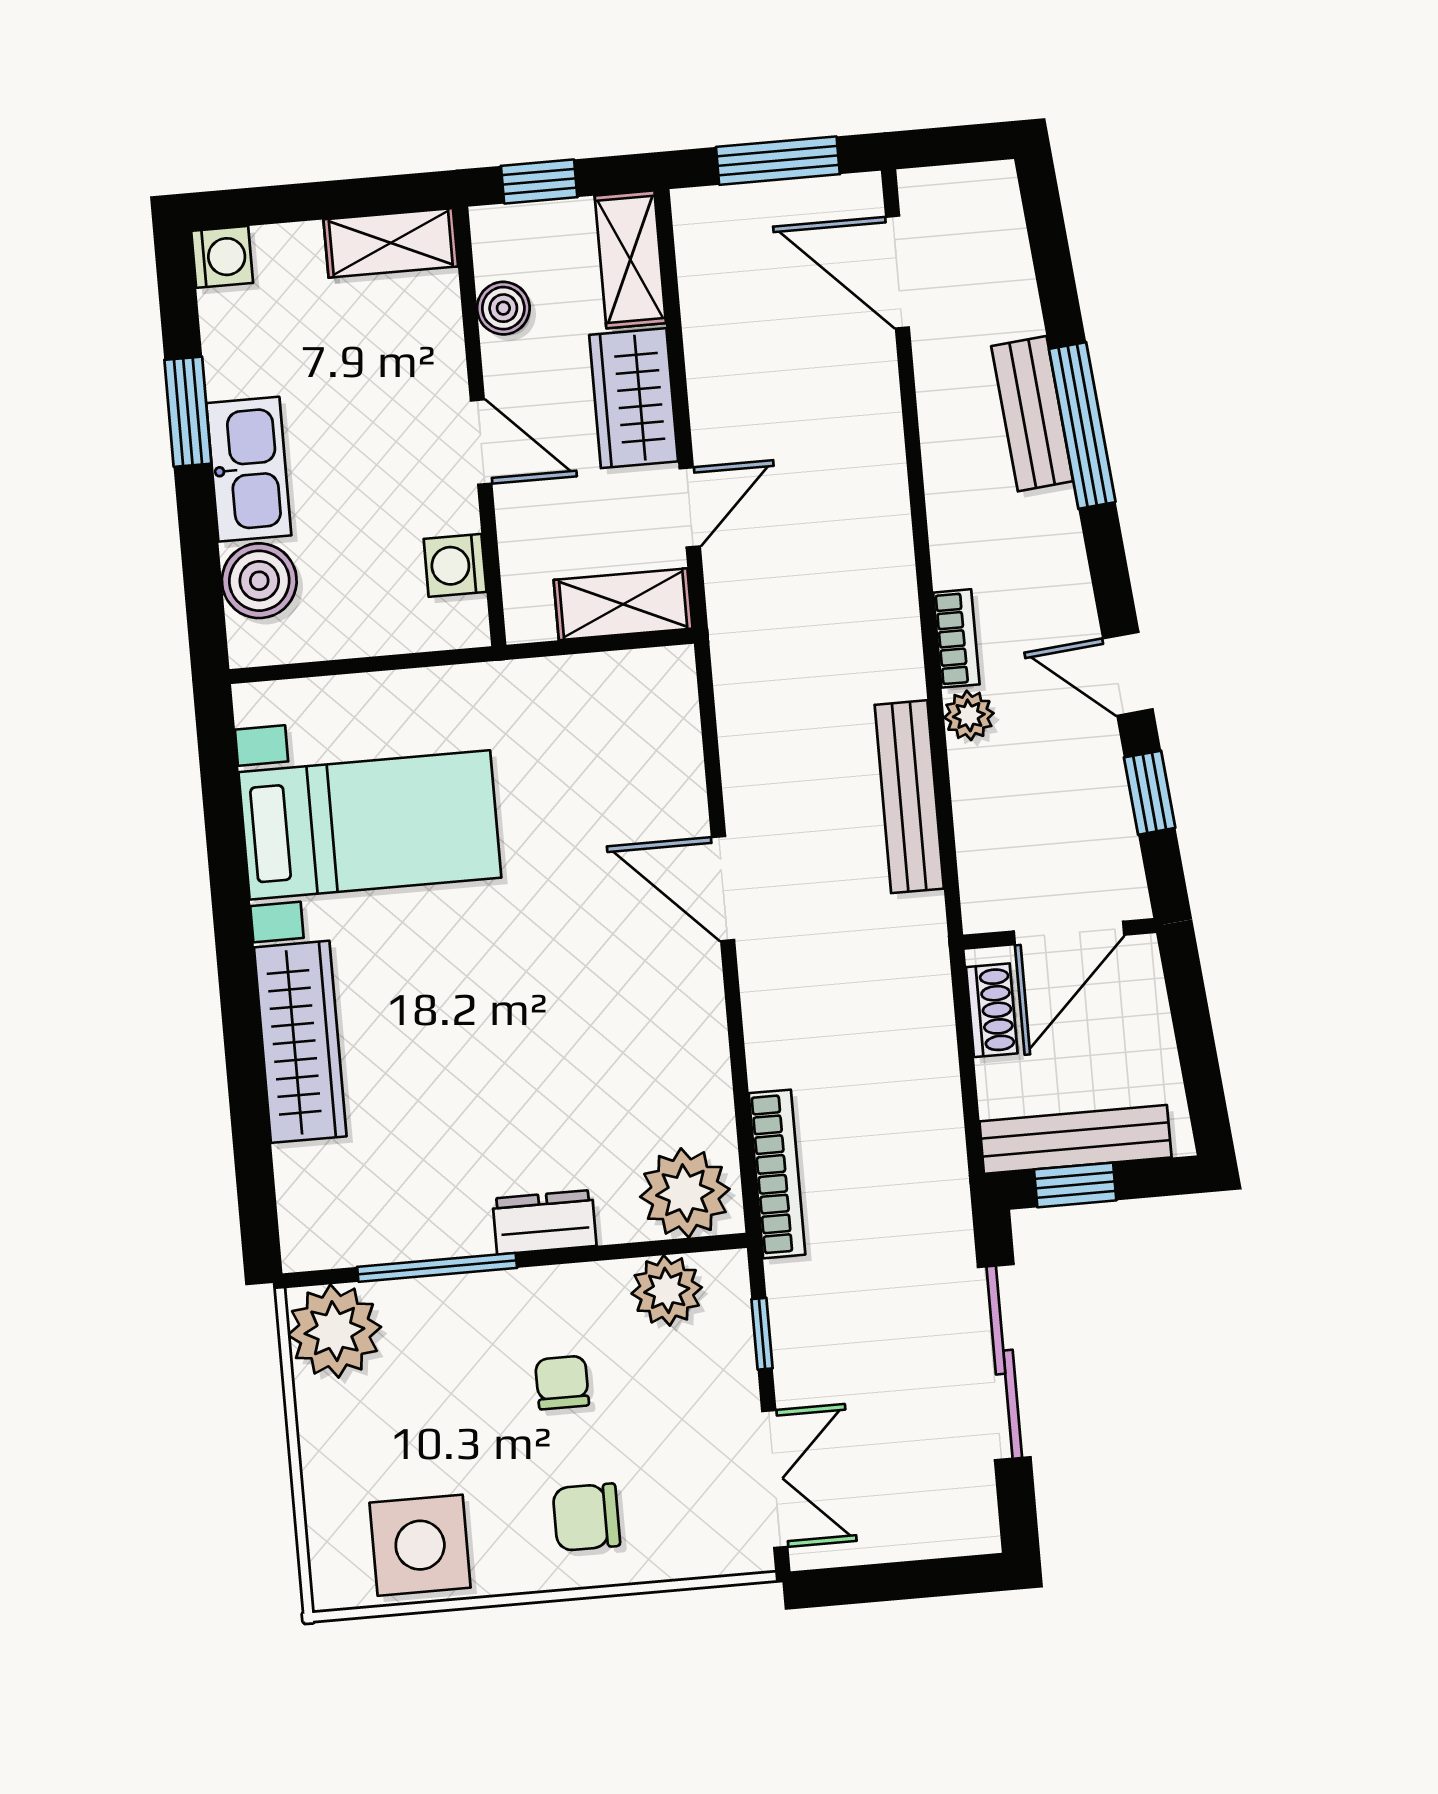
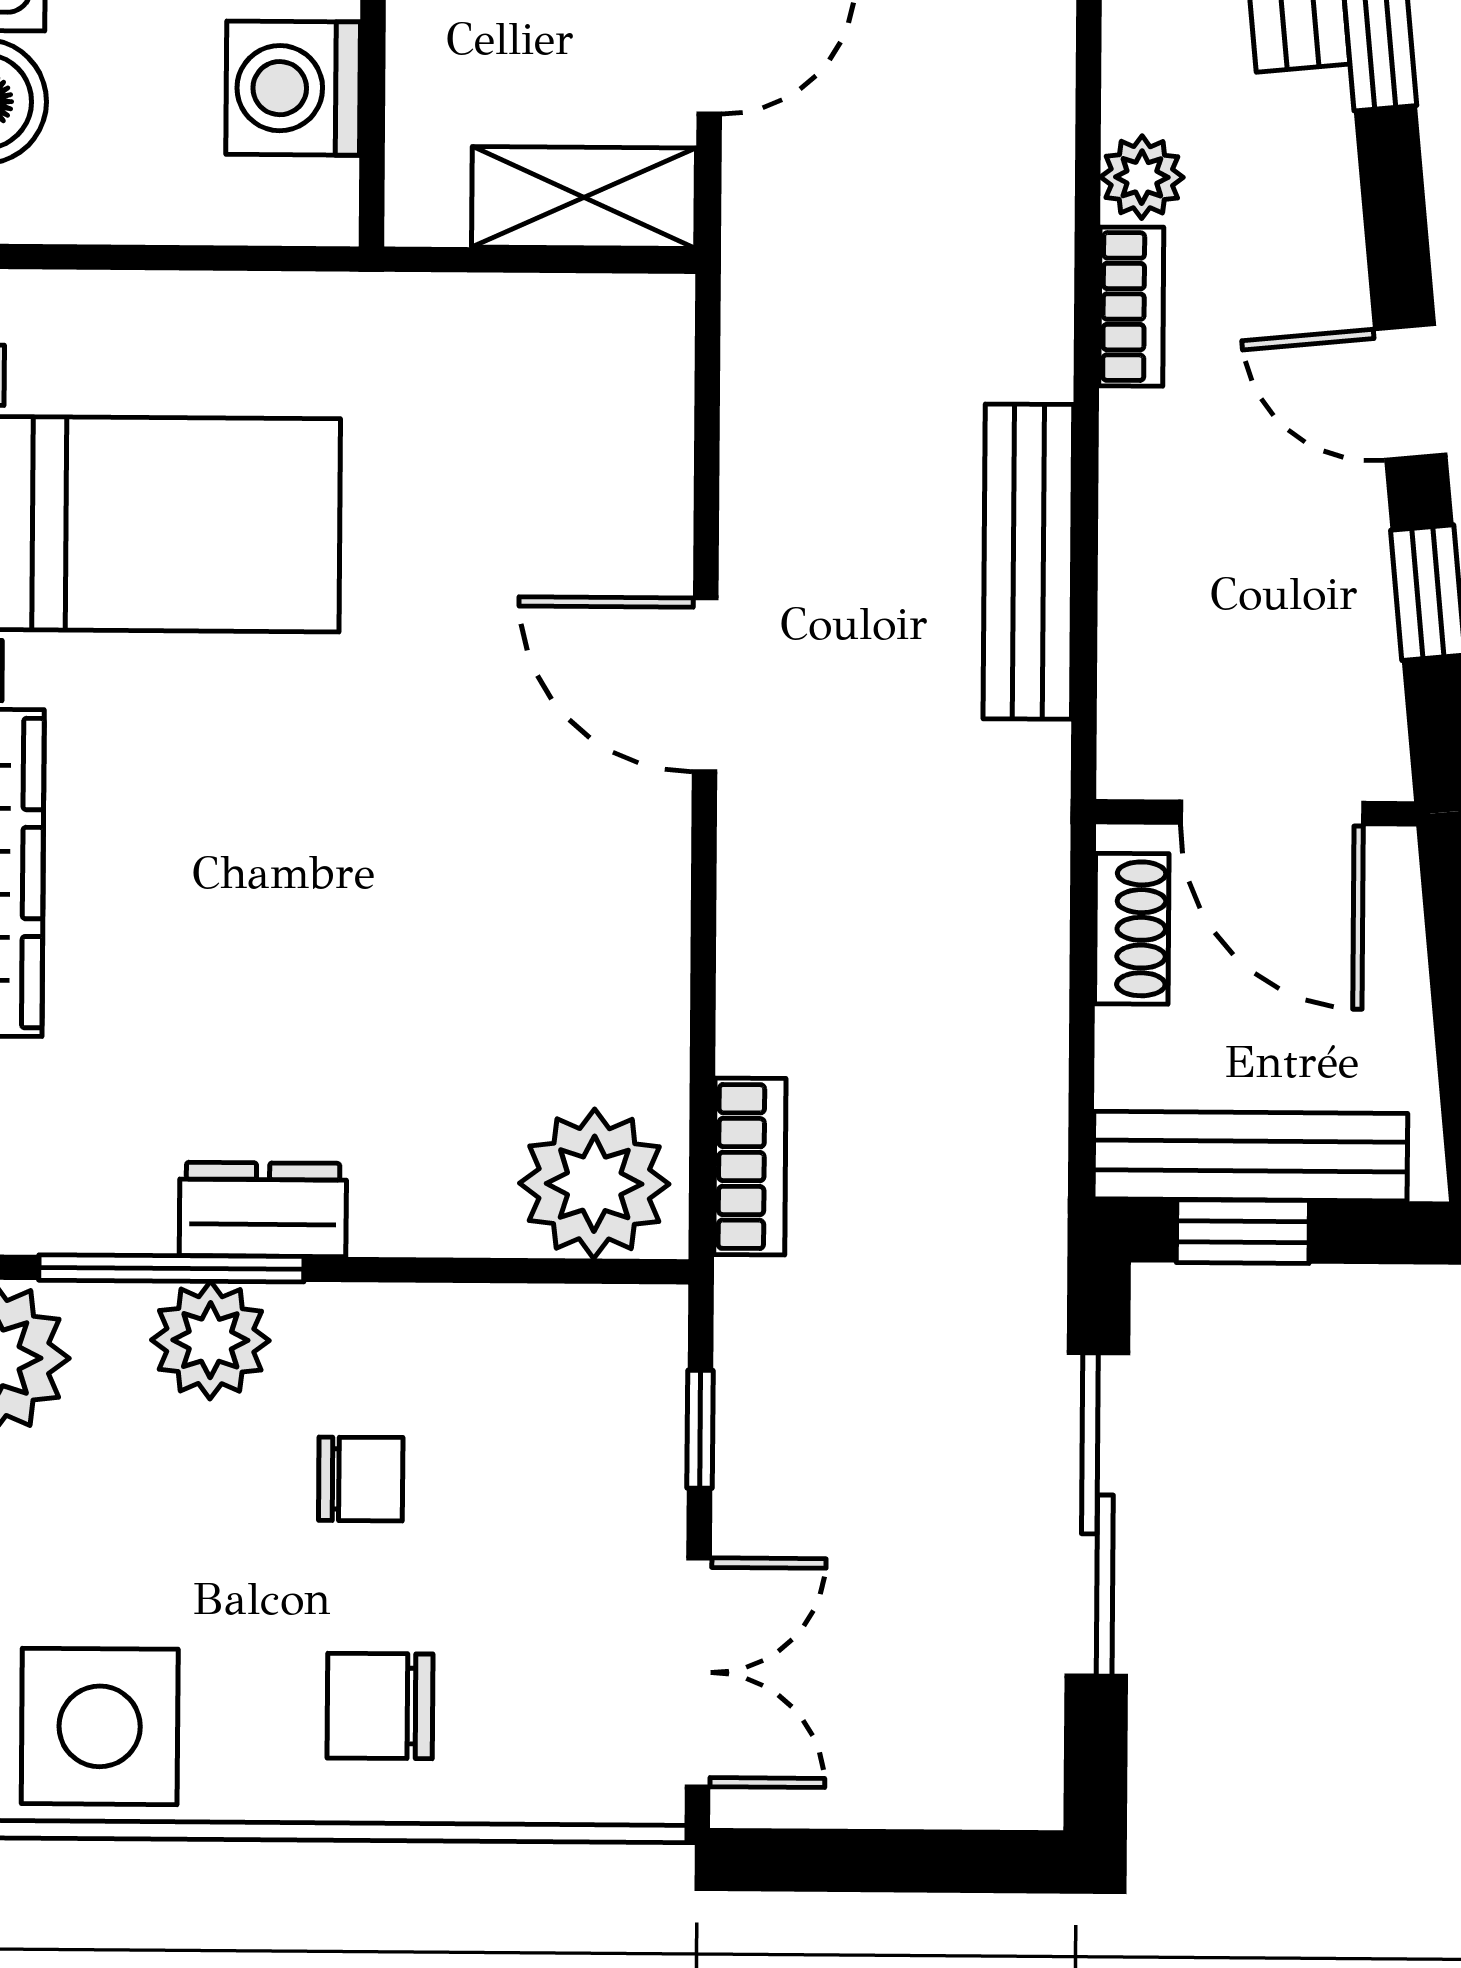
washing machine: (455, 565) -> (293, 88), width x1.38, depth x1.38
plant: (969, 715) -> (1142, 177), moved
door: (1069, 933) -> (1272, 813), hinge flipped
bookcase: (777, 1174) -> (750, 1167), width x0.64
dresser: (545, 1222) -> (263, 1210), moved
plant: (667, 1290) -> (210, 1340), moved
chair: (562, 1383) -> (361, 1479), turned 90

